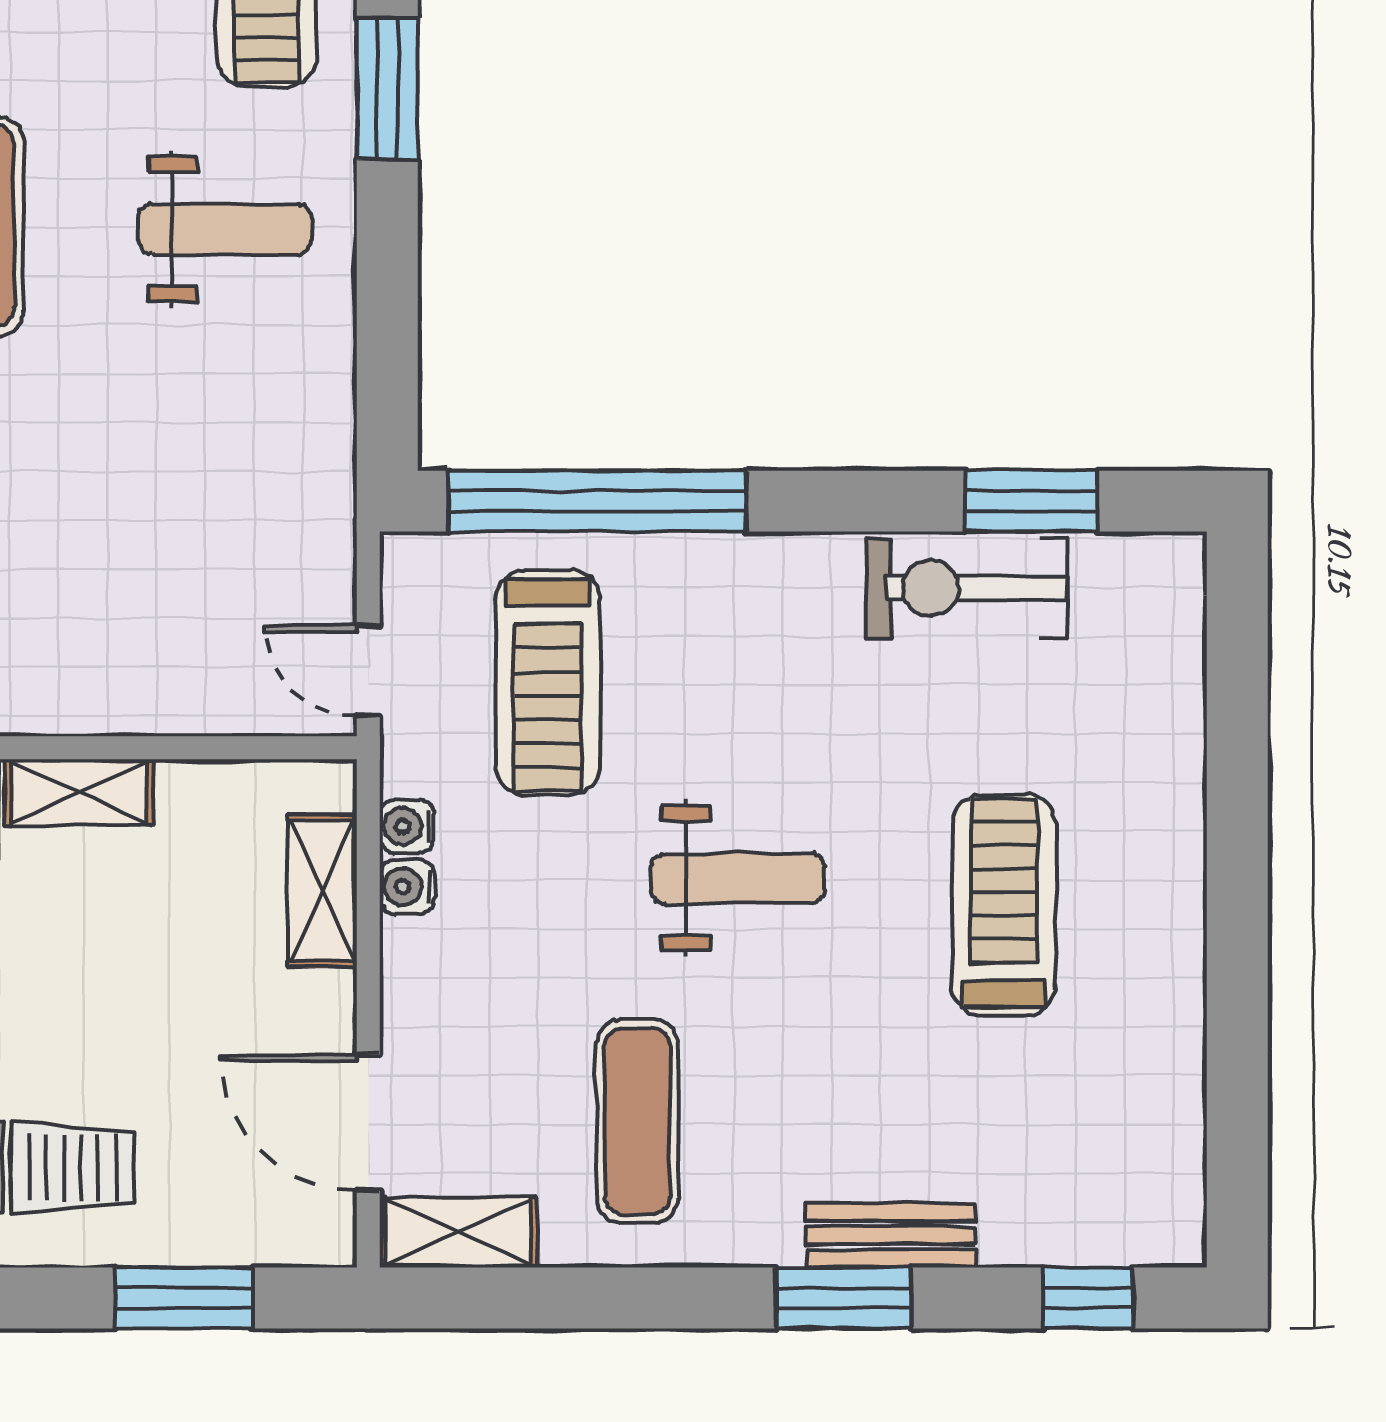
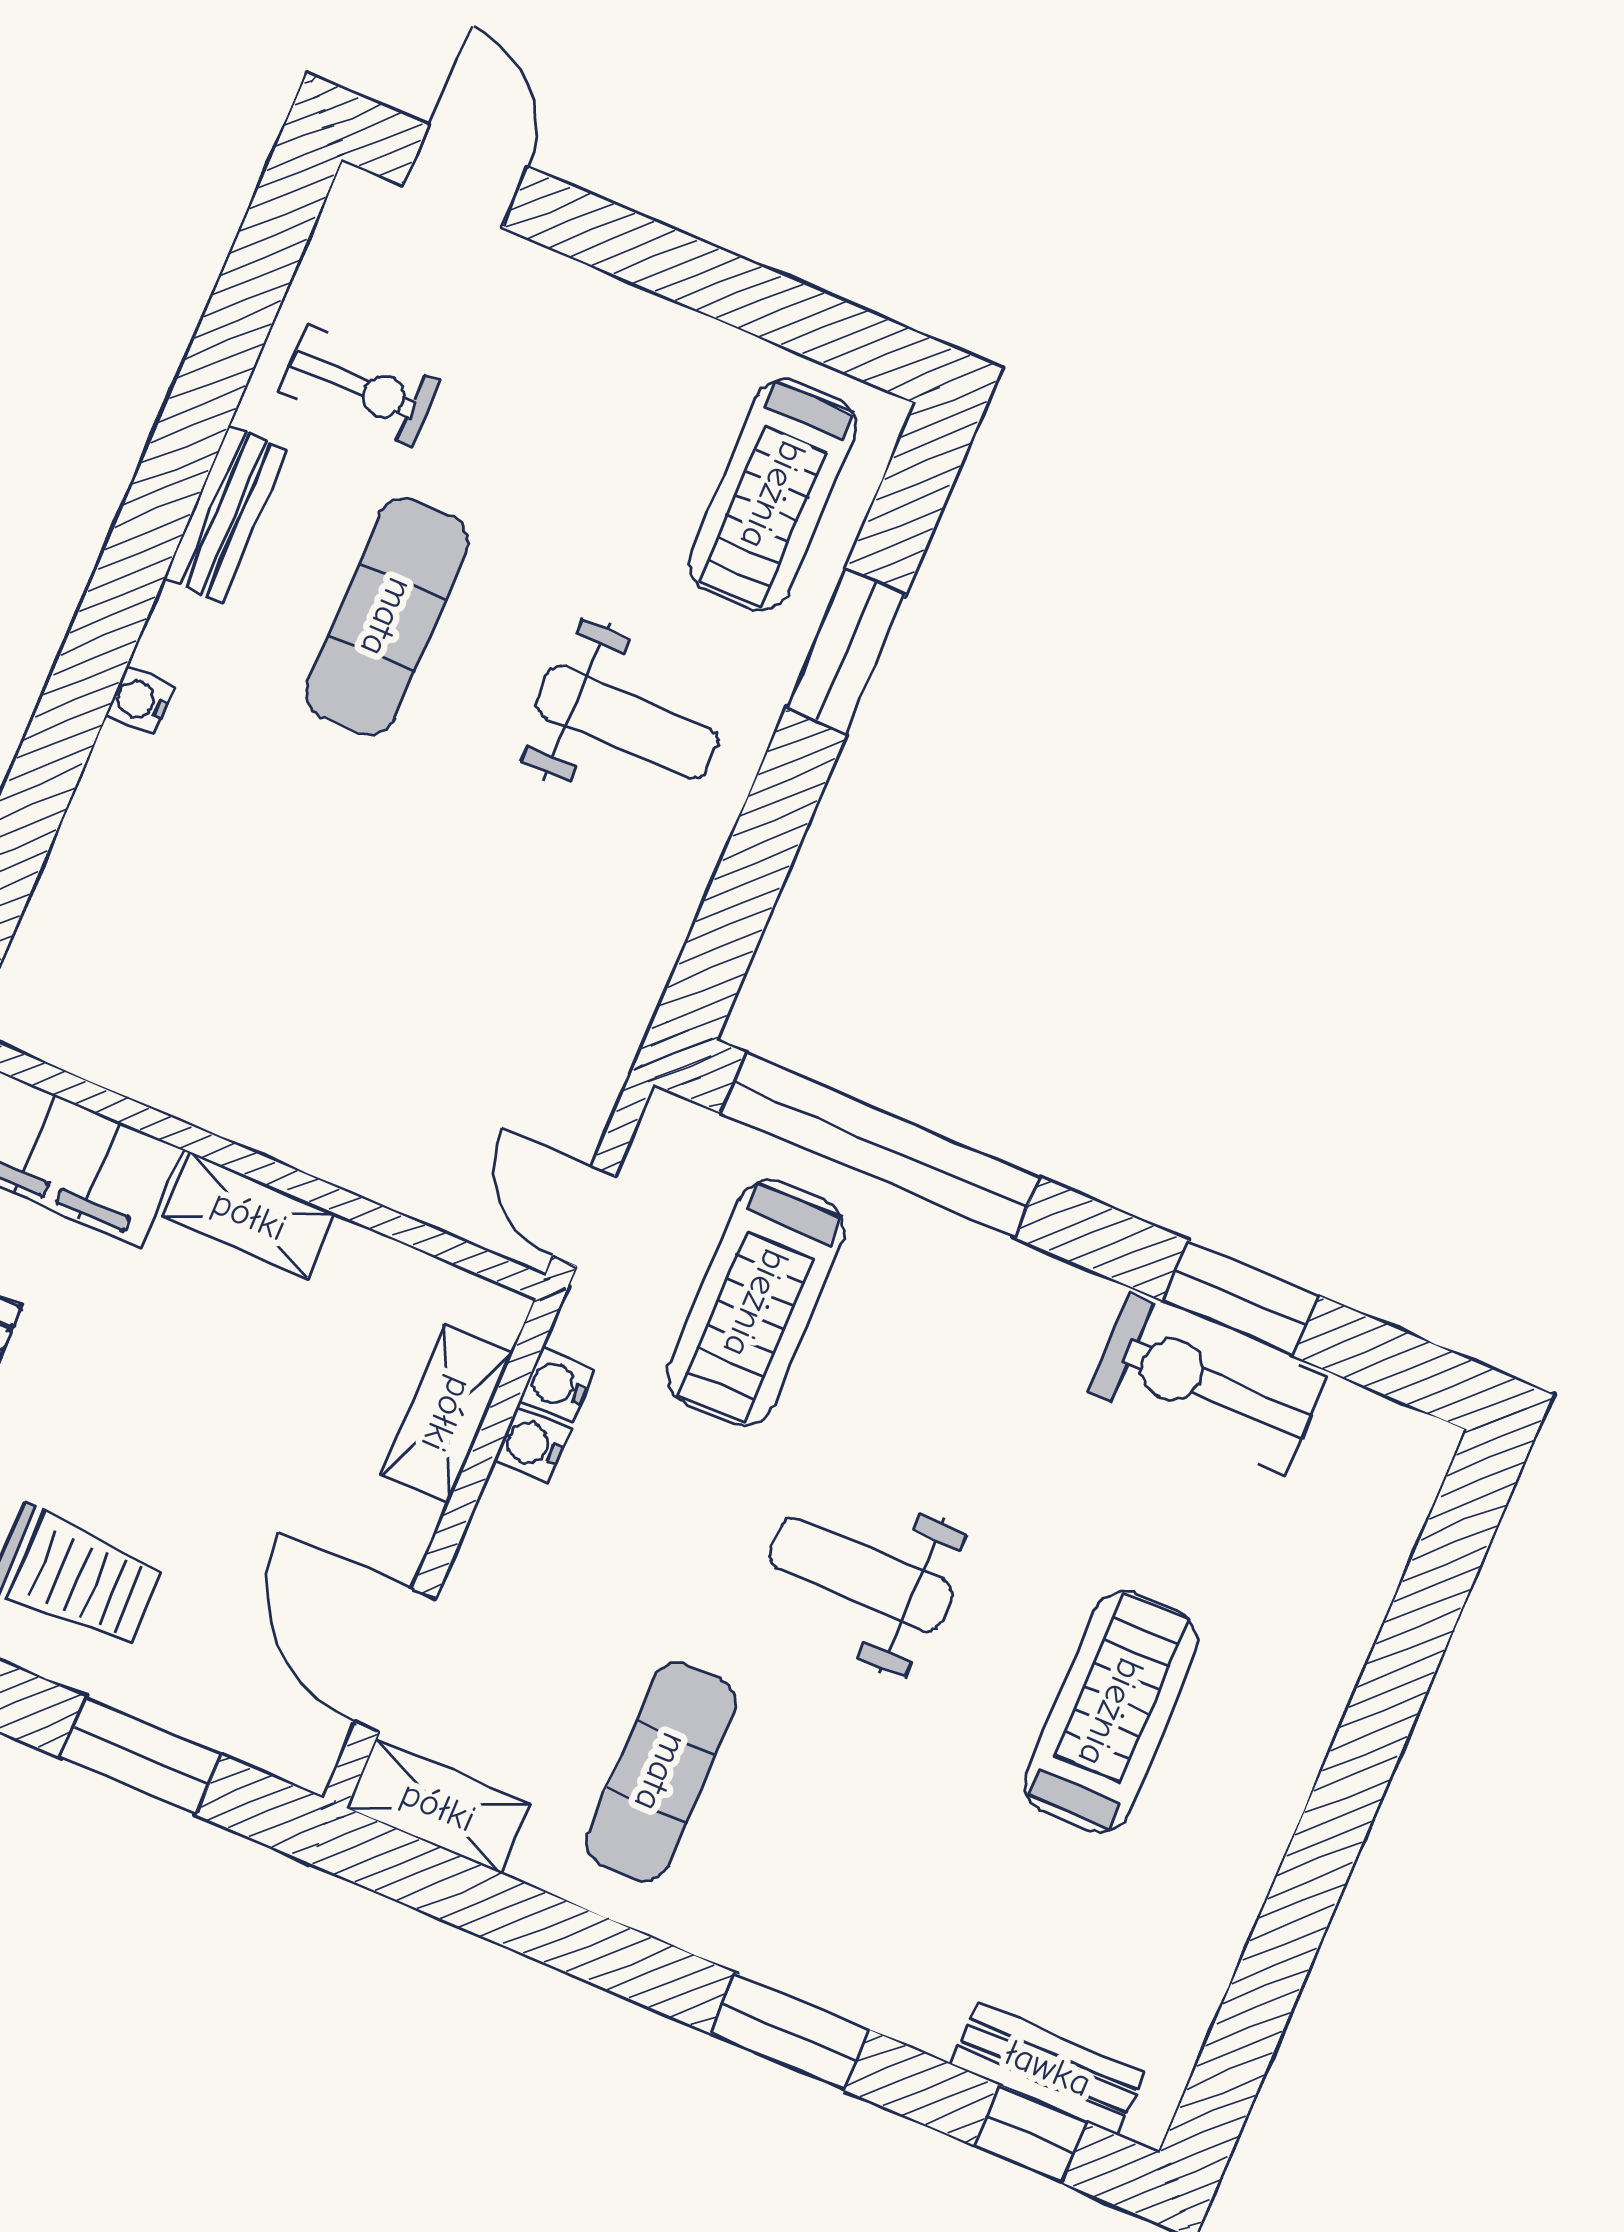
window: (1031, 501) -> (1241, 1298), moved
weight bench: (738, 878) -> (861, 1575), turned 180
bench: (891, 1235) -> (1048, 2068), moved

